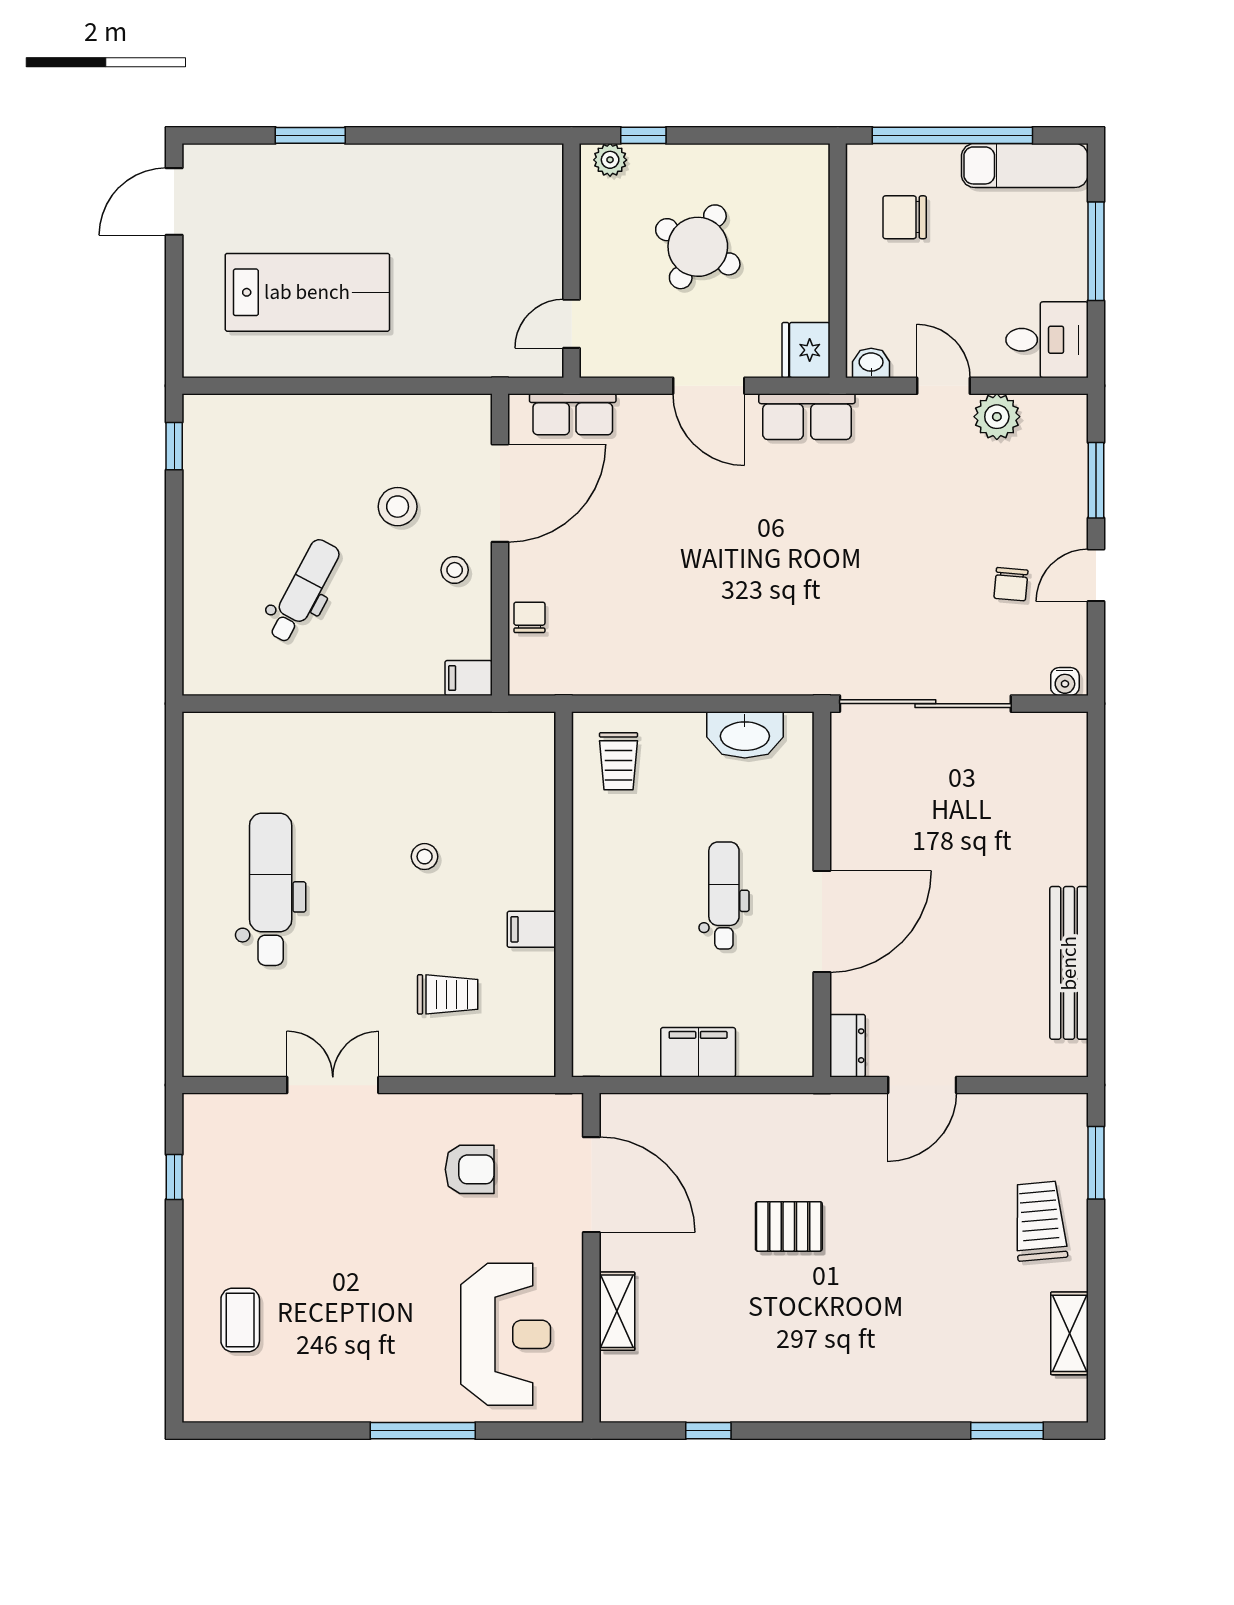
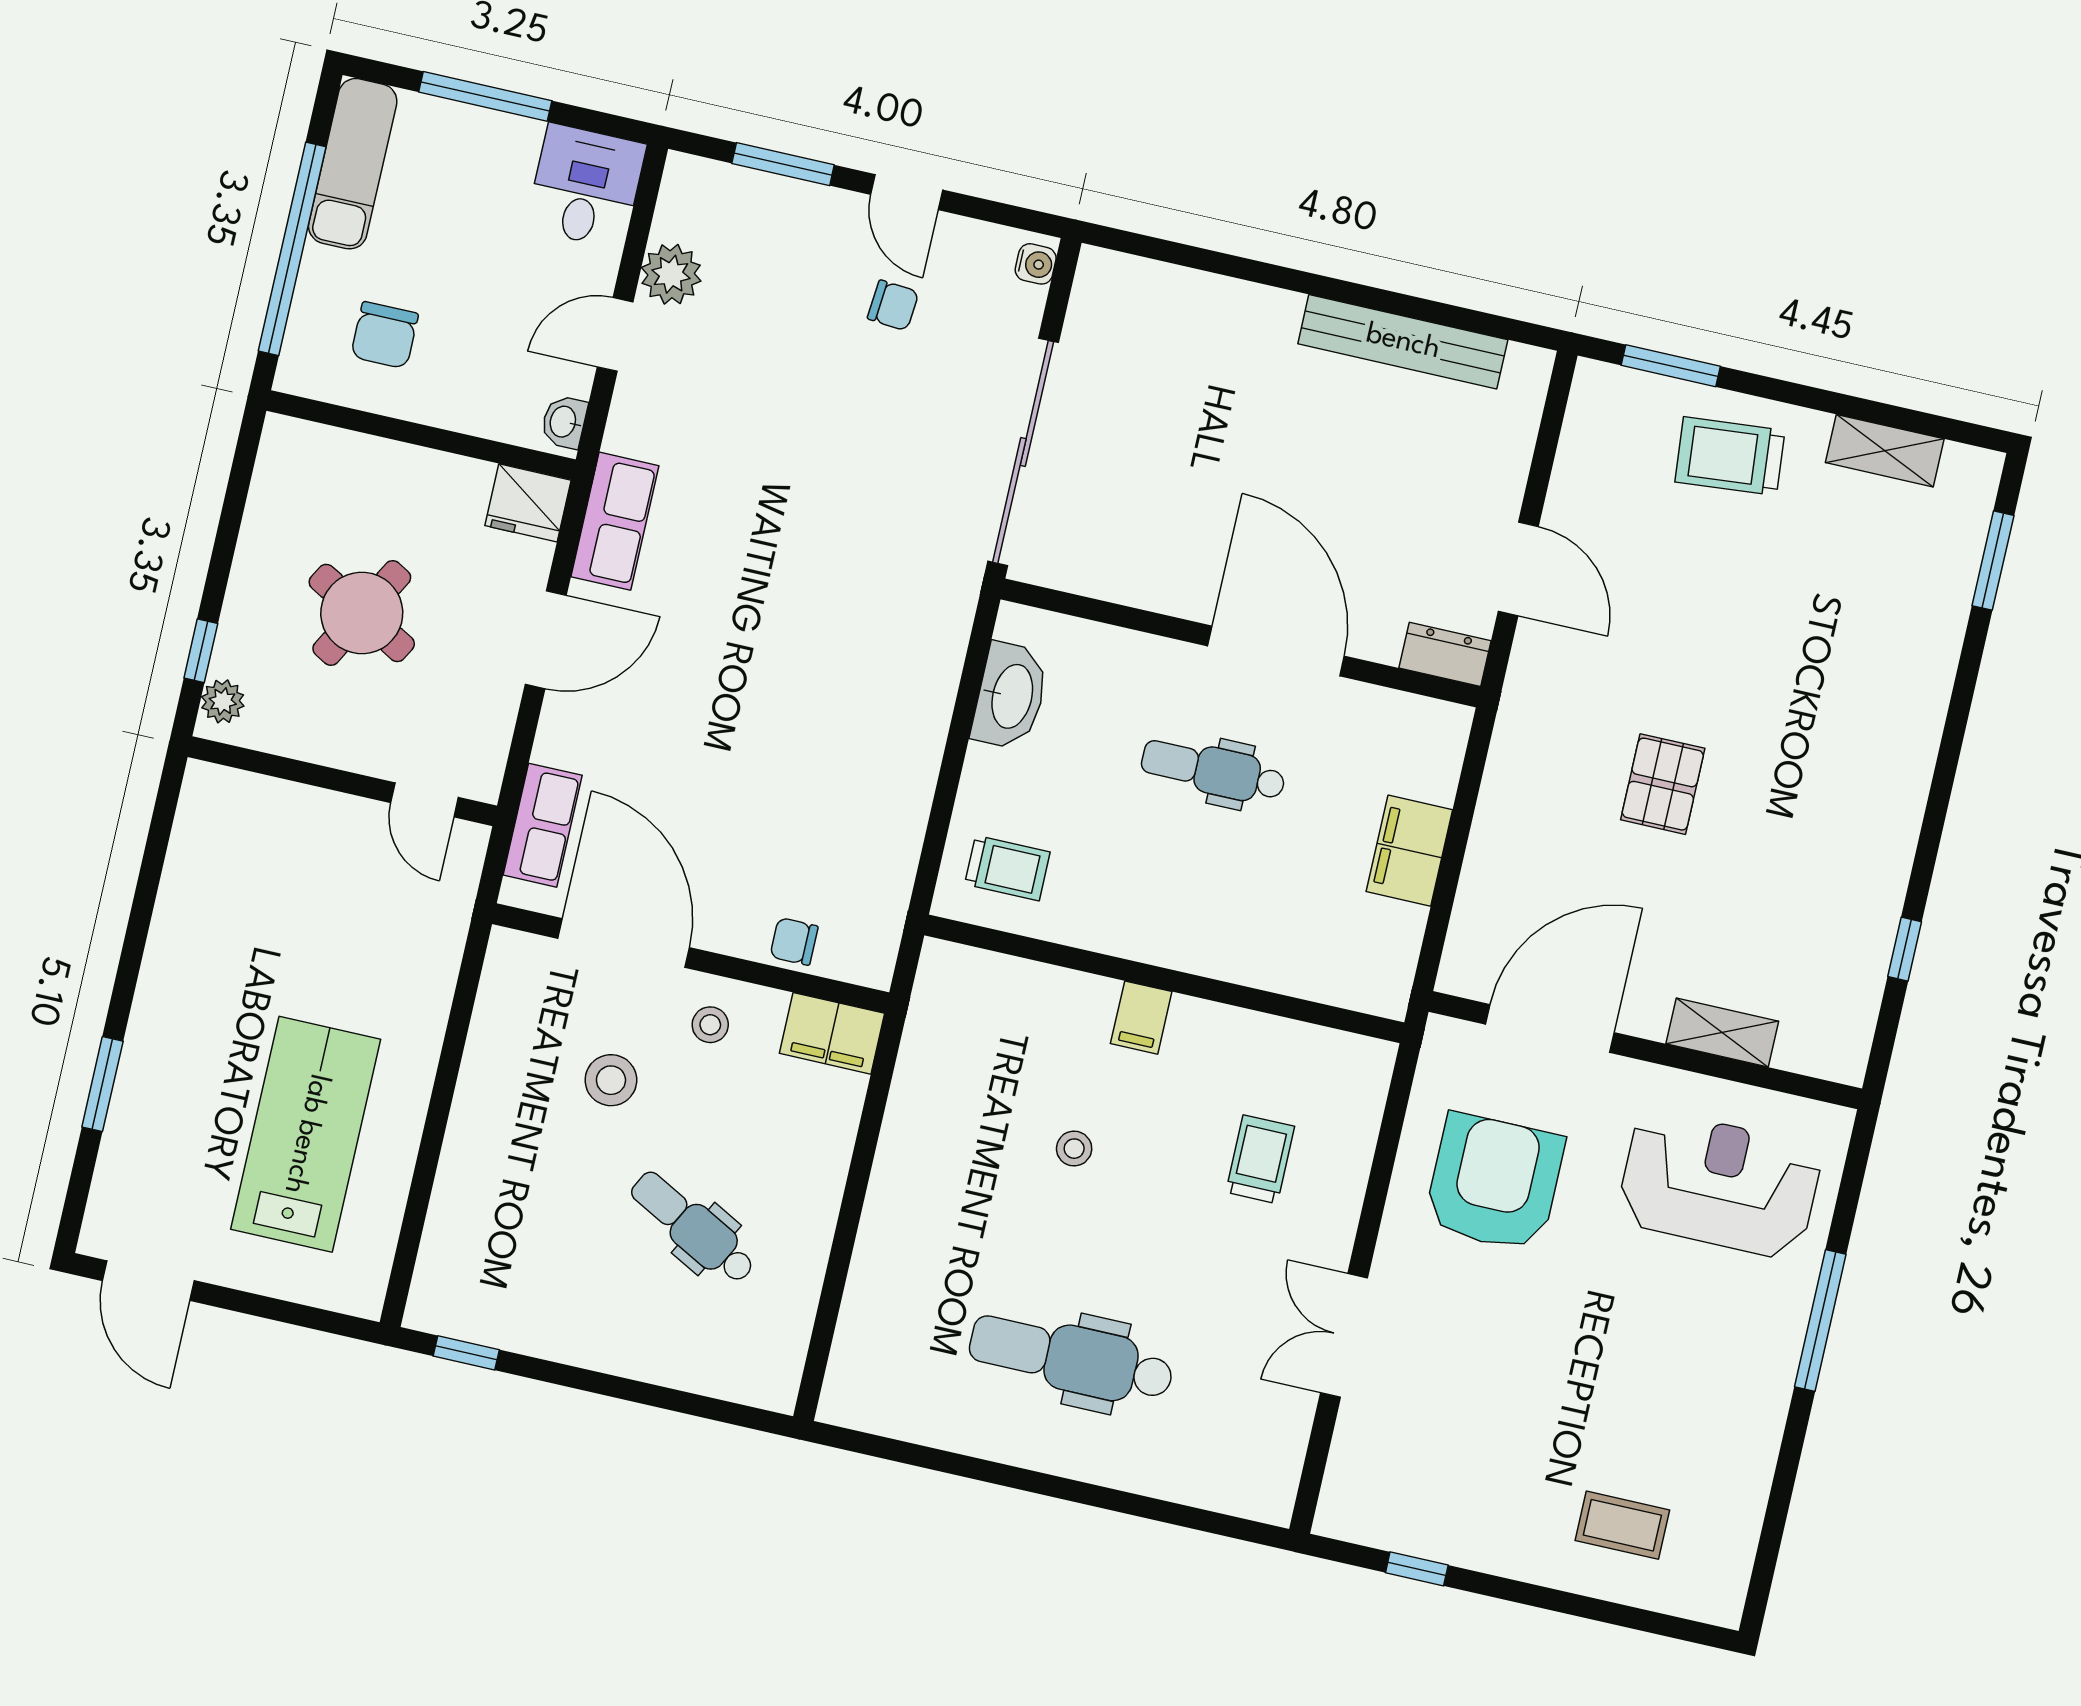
filing cabinet: (469, 678) -> (832, 1033), width x2.00
filing cabinet: (531, 929) -> (1141, 1018), moved
armchair: (470, 1169) -> (1494, 1182), width x1.88, depth x1.88

